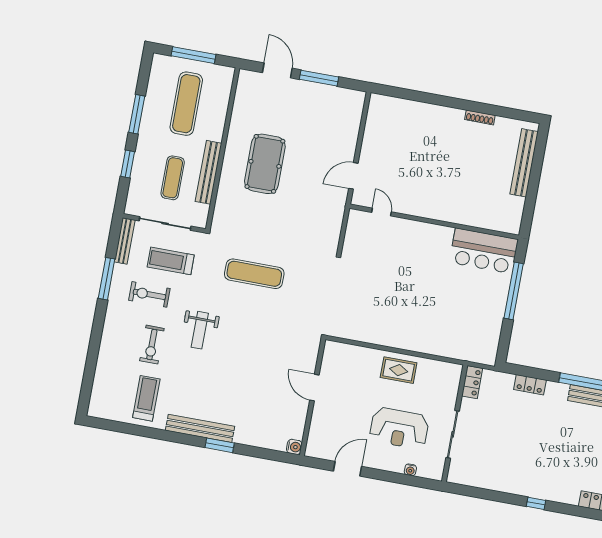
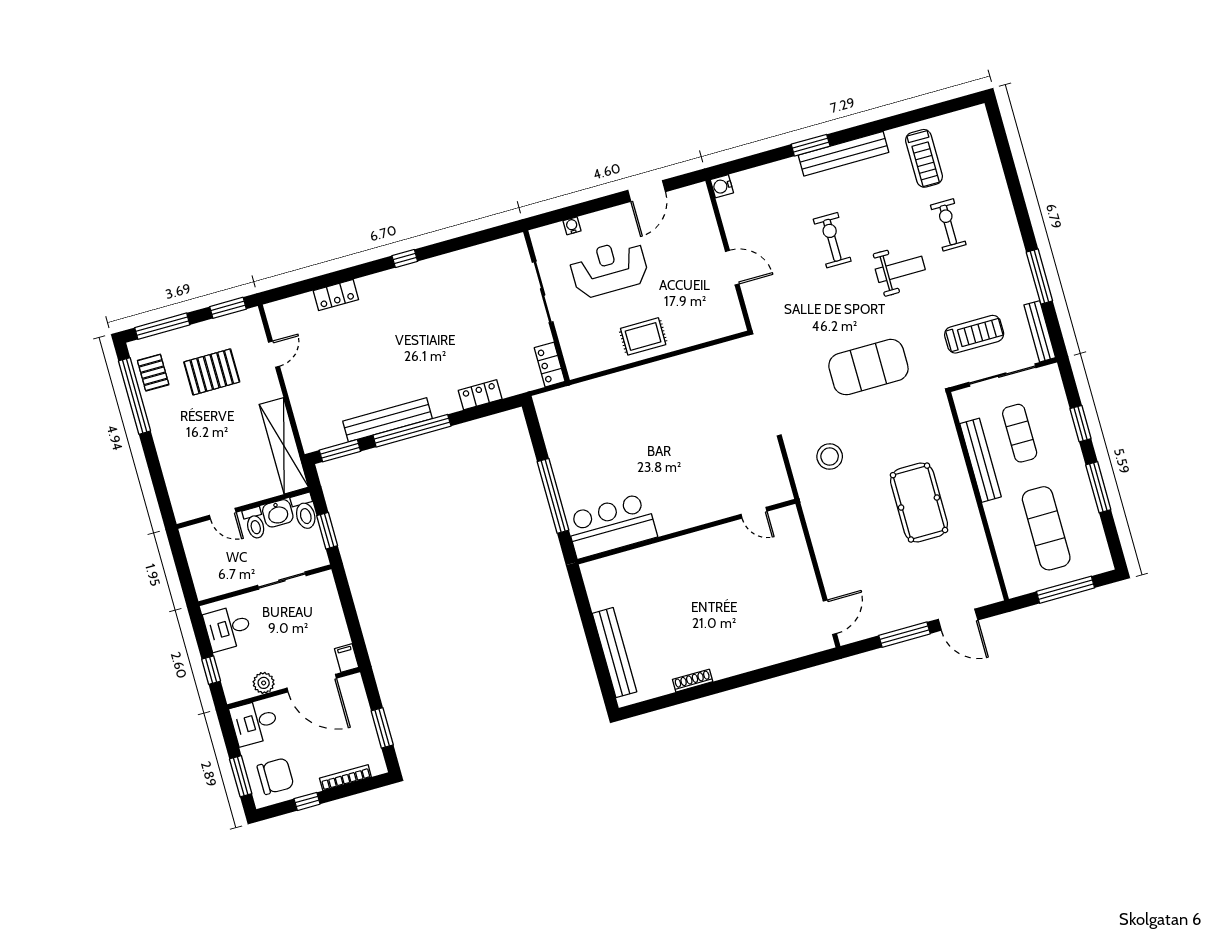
door: (353, 176) -> (830, 617), moved
stool: (311, 225) -> (830, 457), added
exercise mat: (254, 274) -> (868, 367), width x1.47
exercise bike: (149, 294) -> (832, 240), moved, turned -90
weight bench: (200, 330) -> (900, 269), turned 90

